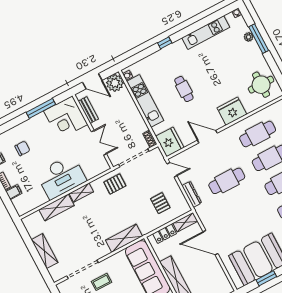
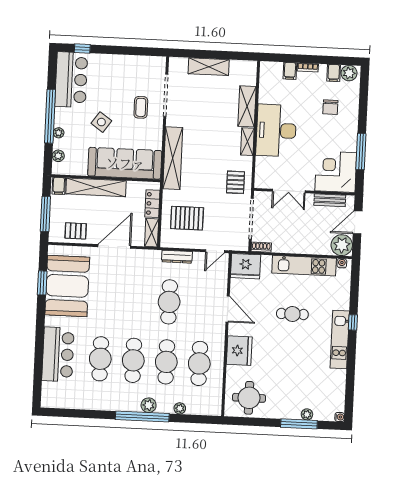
kitchen unit: (206, 33) -> (340, 340), moved
door: (207, 137) -> (228, 309), hinge flipped
pallet: (160, 203) -> (187, 218), width x1.50, depth x1.42
shelving: (124, 238) -> (173, 158), width x1.47
pallet: (216, 276) -> (76, 231), added

